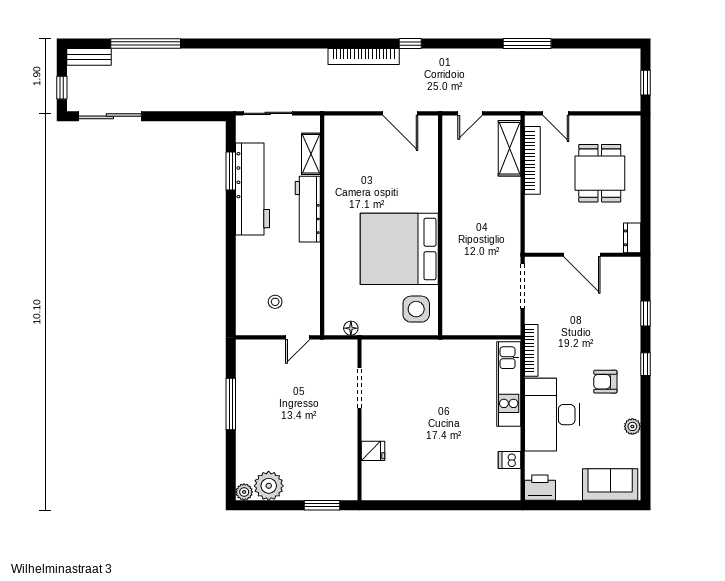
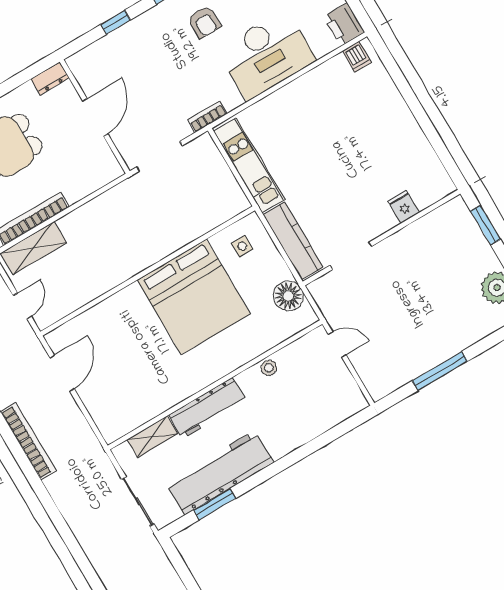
door: (470, 113) -> (22, 306), hinge flipped
stool: (275, 302) -> (269, 368), moved
side table: (416, 309) -> (242, 246), width x0.54, depth x0.54
floor lamp: (351, 328) -> (288, 296), width x1.89, depth x1.89
bookcase: (531, 350) -> (207, 117), width x0.64
kitchen counter: (397, 351) -> (293, 241), added
kitchen unit: (509, 384) -> (249, 165), moved, turned -90
dishwasher: (509, 460) -> (357, 57), moved

